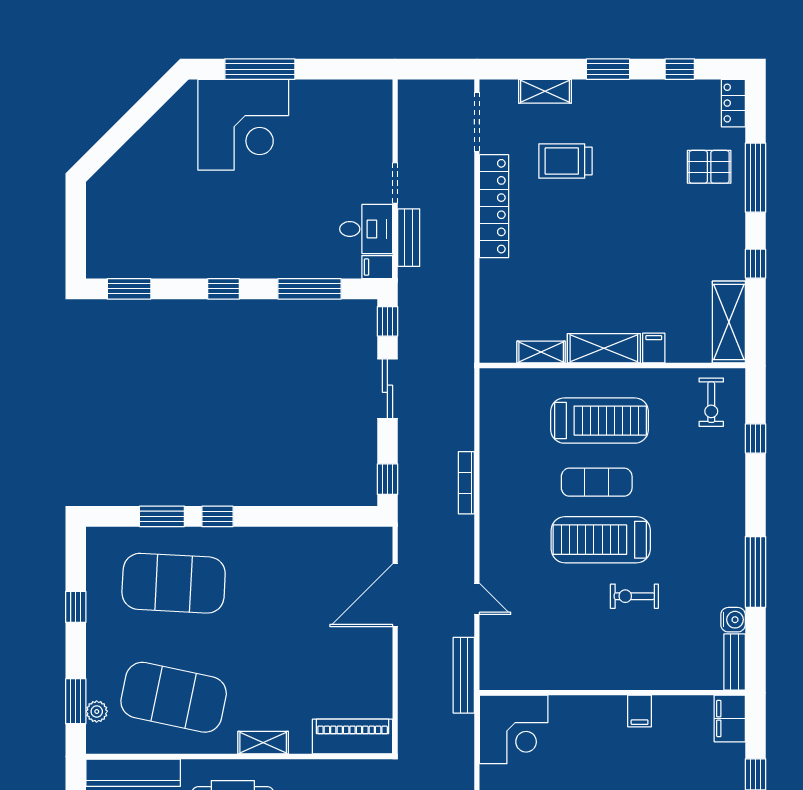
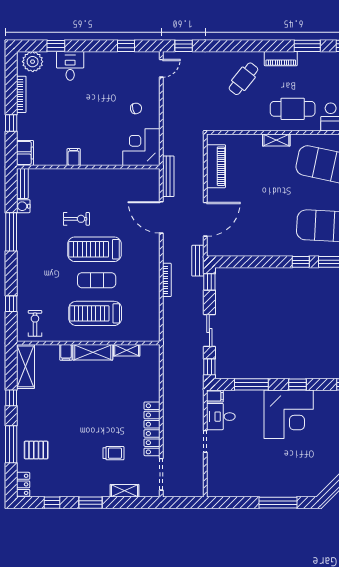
corner desk: (243, 125) -> (289, 414), moved, turned 180
trolley: (566, 161) -> (113, 453), width x0.73, depth x0.72
bench: (409, 238) -> (198, 261), moved
treadmill: (601, 540) -> (94, 249), turned 180
door: (477, 599) -> (161, 217), width x1.87
piano: (353, 737) -> (216, 166), moved, turned -90

